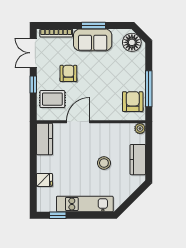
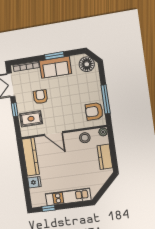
armchair: (133, 102) -> (94, 111), turned -90
door: (78, 122) -> (54, 134), swing flipped
kitchen counter: (45, 139) -> (31, 157), width x1.50
stool: (104, 163) -> (85, 138), moved

